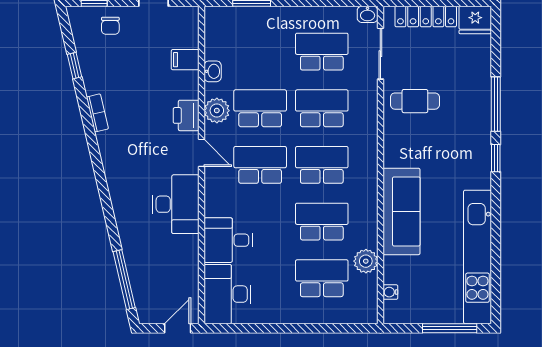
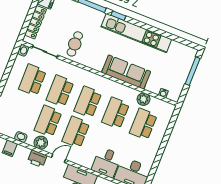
kitchen unit: (477, 257) -> (136, 33), moved

